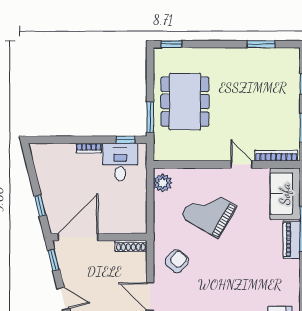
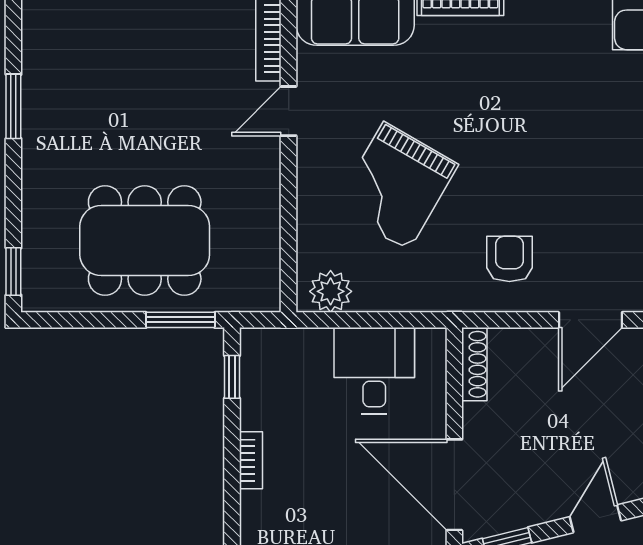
window: (261, 44) -> (13, 106), moved
desk: (120, 162) -> (374, 371), moved, turned 90
armchair: (177, 261) -> (509, 259), turned 49

